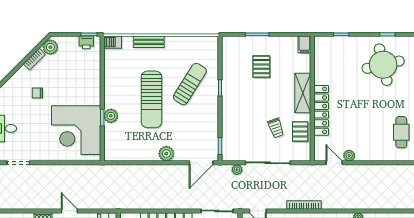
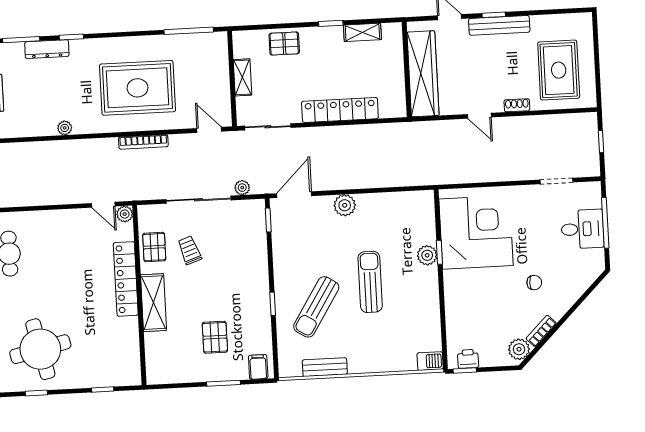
bench: (149, 42) -> (325, 367), moved
filing cabinet: (304, 44) -> (258, 367), moved
sun lounger: (151, 99) -> (370, 282), width x0.73, depth x0.75
plant: (349, 156) -> (125, 214), moved

